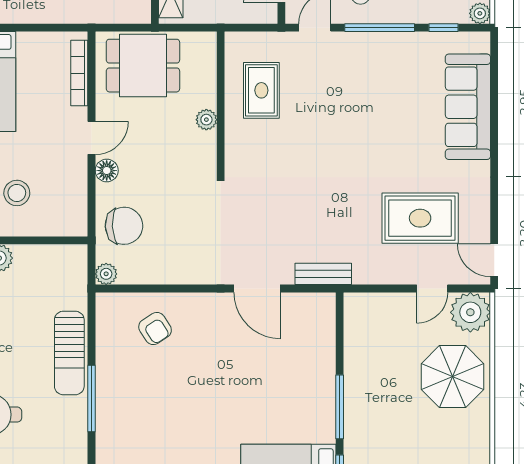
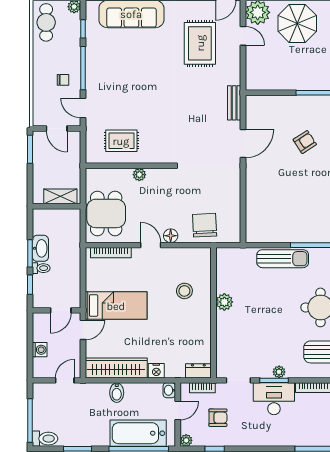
plant: (106, 274) -> (234, 236), removed
armchair: (155, 329) -> (305, 142), moved

